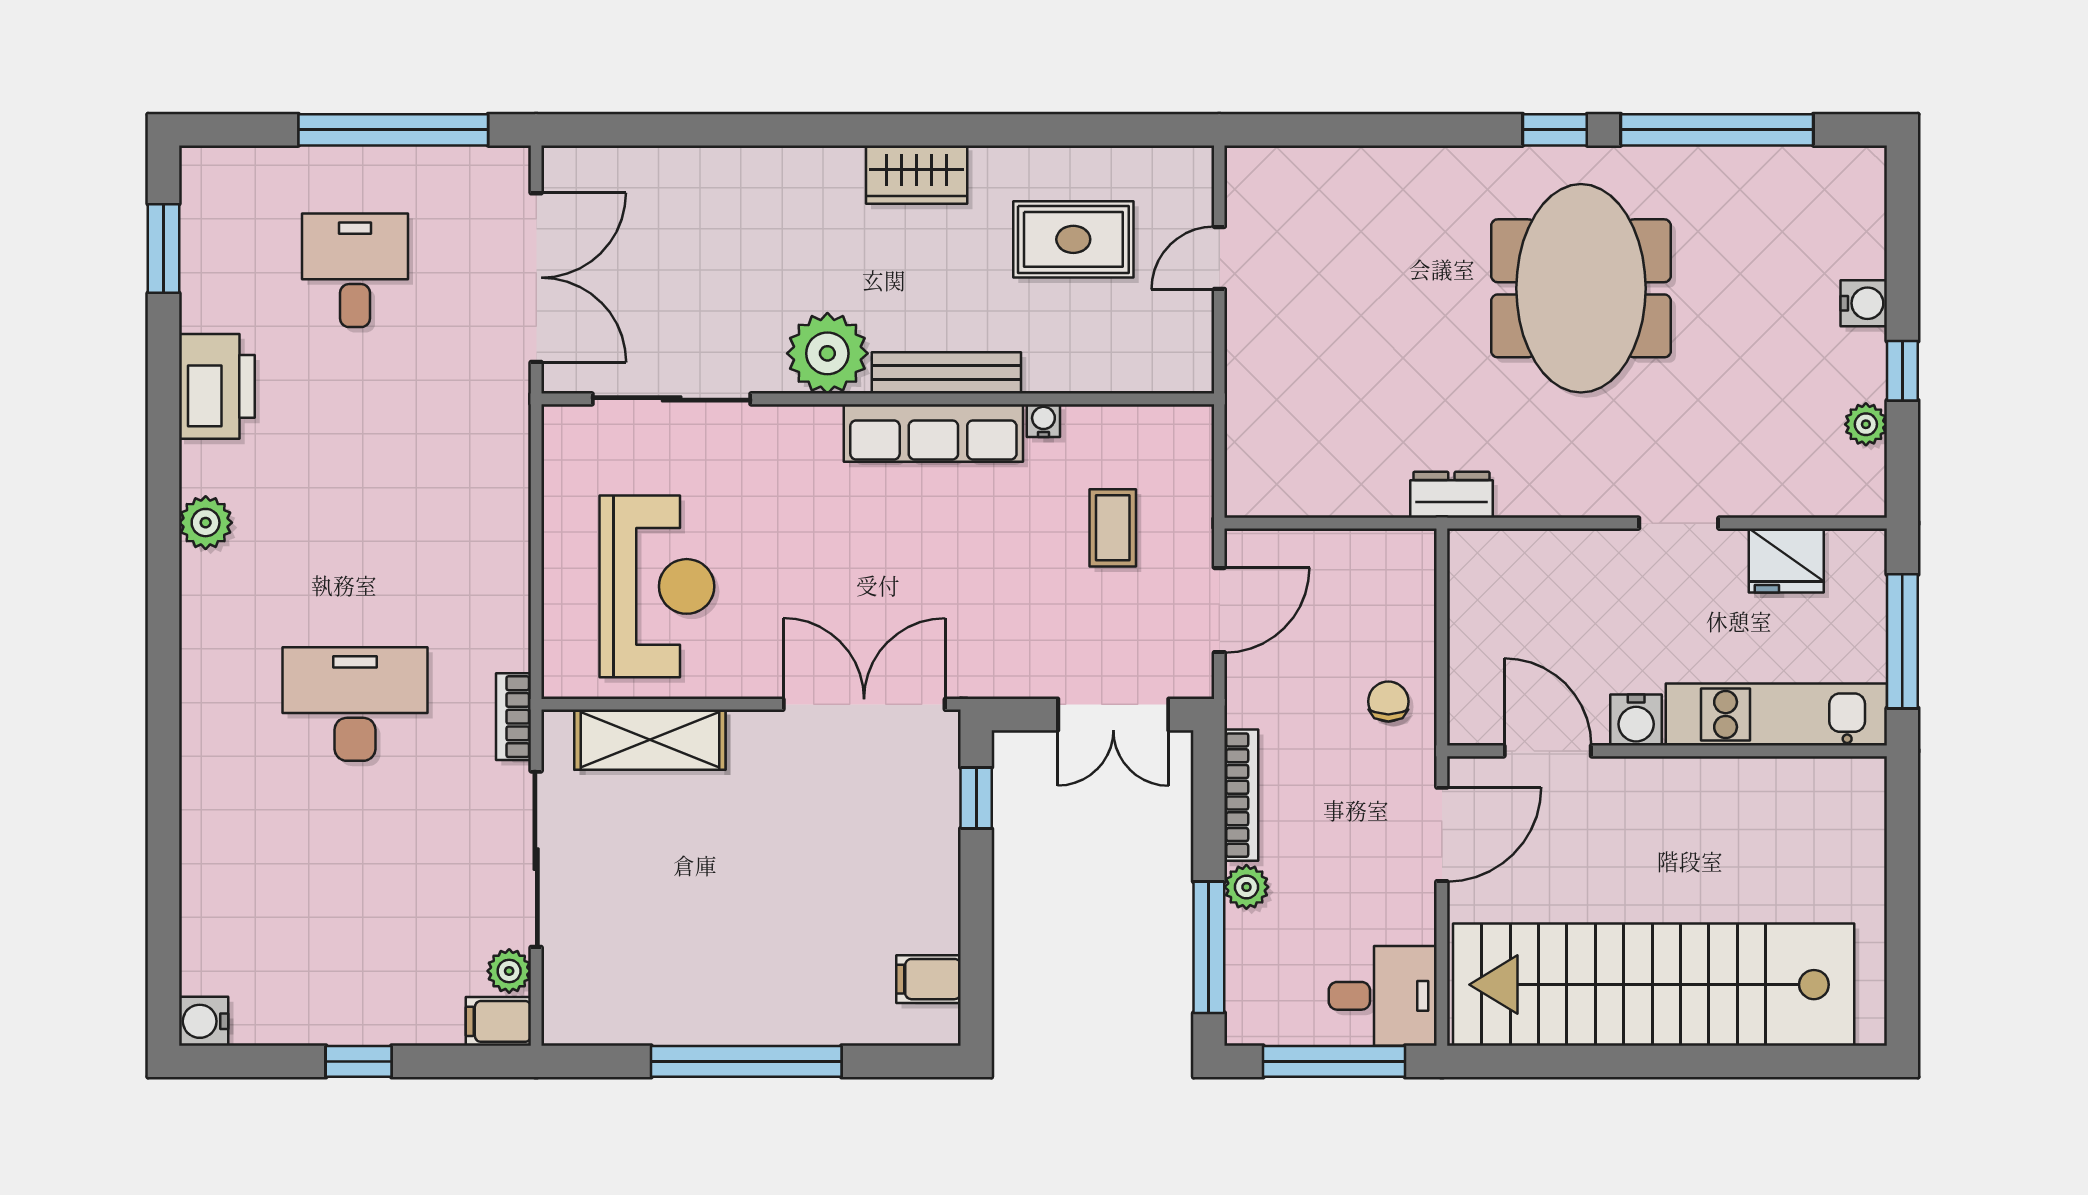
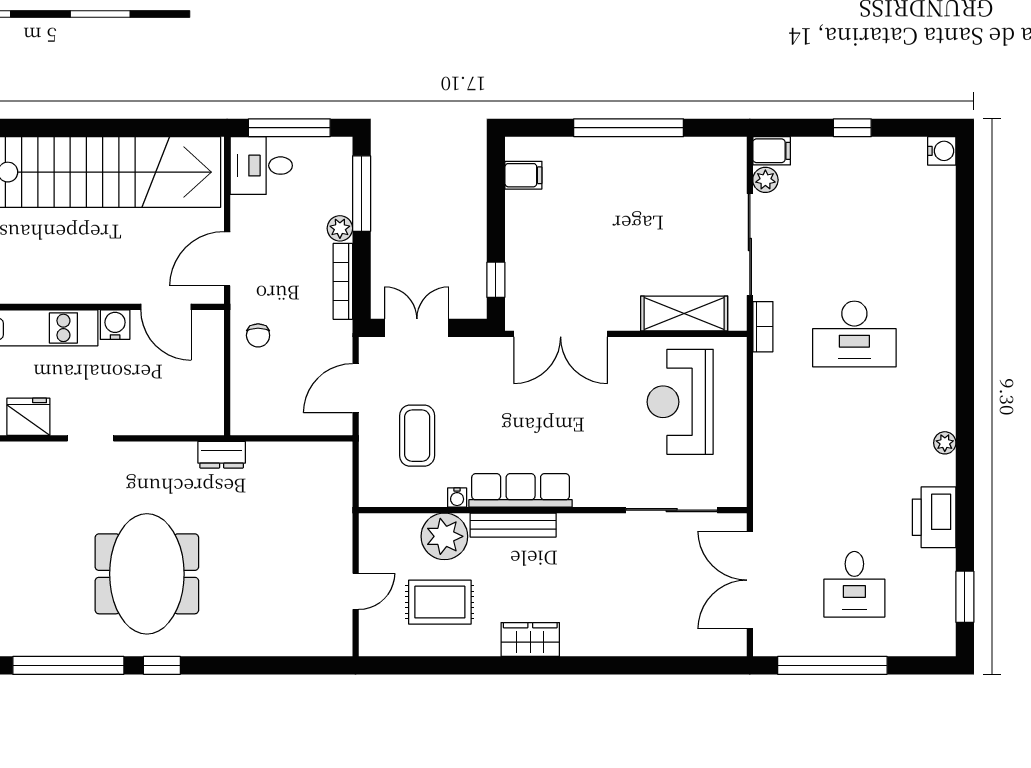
plant: (827, 353) -> (444, 536), moved
plant: (206, 523) -> (945, 443), width x0.73, depth x0.73
coffee table: (1113, 528) -> (417, 436), width x1.36, depth x1.30

